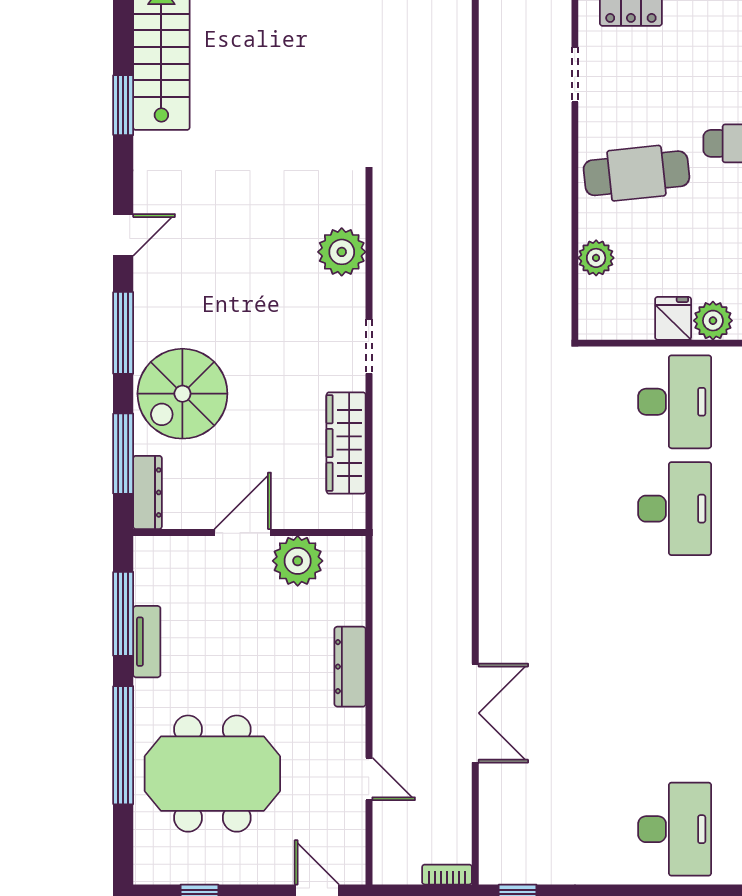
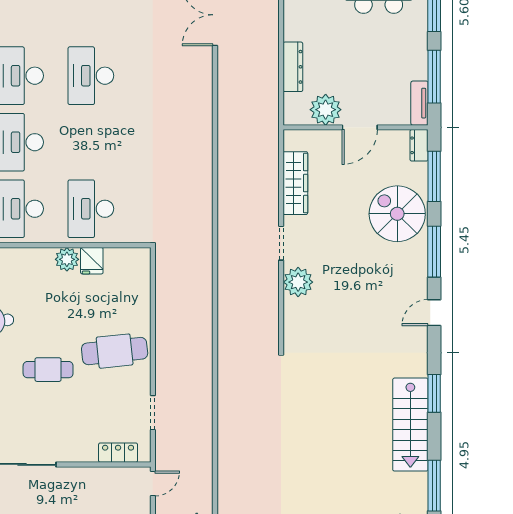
plant: (342, 252) -> (298, 282), moved
plant: (596, 258) -> (140, 298), removed
spiral stairs: (182, 394) -> (397, 214), turned -90
dresser: (147, 492) -> (419, 145), width x0.70
desk: (675, 509) -> (91, 76), moved
tv unit: (147, 642) -> (419, 103), moved
dresser: (350, 667) -> (293, 67), moved

